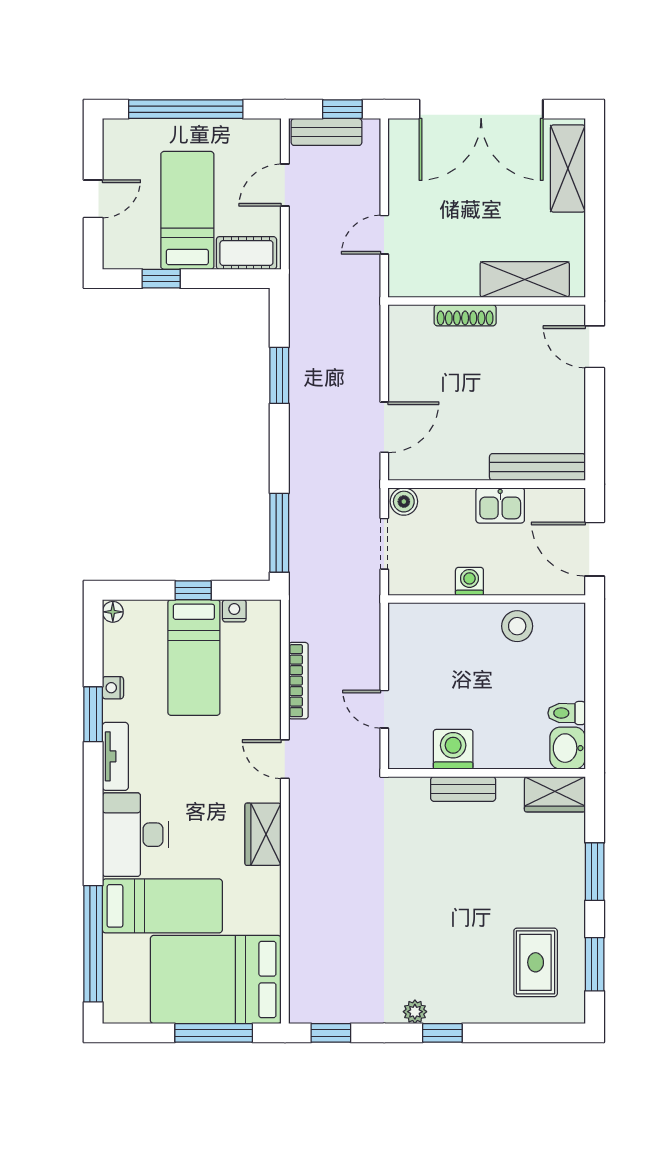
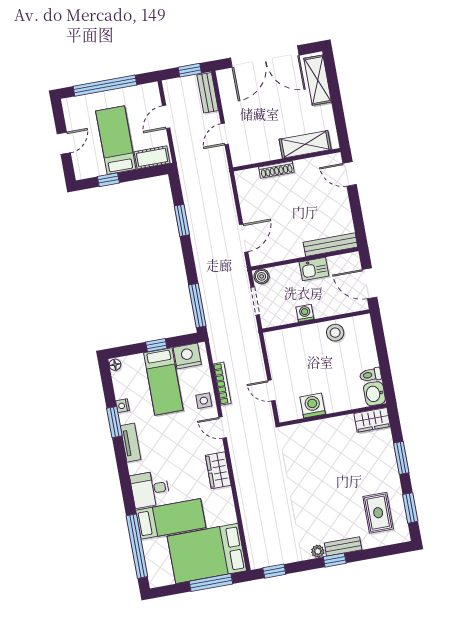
bench: (327, 132) -> (208, 93), moved, turned 90
nightstand: (234, 611) -> (187, 356), width x1.89, depth x1.79
side table: (260, 705) -> (204, 401), added
bench: (463, 789) -> (343, 546), moved
desk: (135, 835) -> (150, 489), width x0.73

